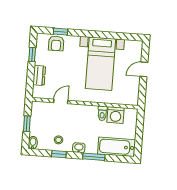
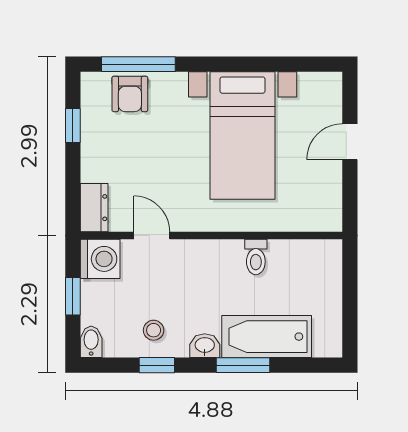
window: (61, 32) -> (138, 64), width x2.17
dresser: (39, 75) -> (94, 208), moved
door: (61, 101) -> (152, 236), hinge flipped
washing machine: (116, 115) -> (100, 259), moved, turned -90
bathtub: (116, 147) -> (267, 337), moved

